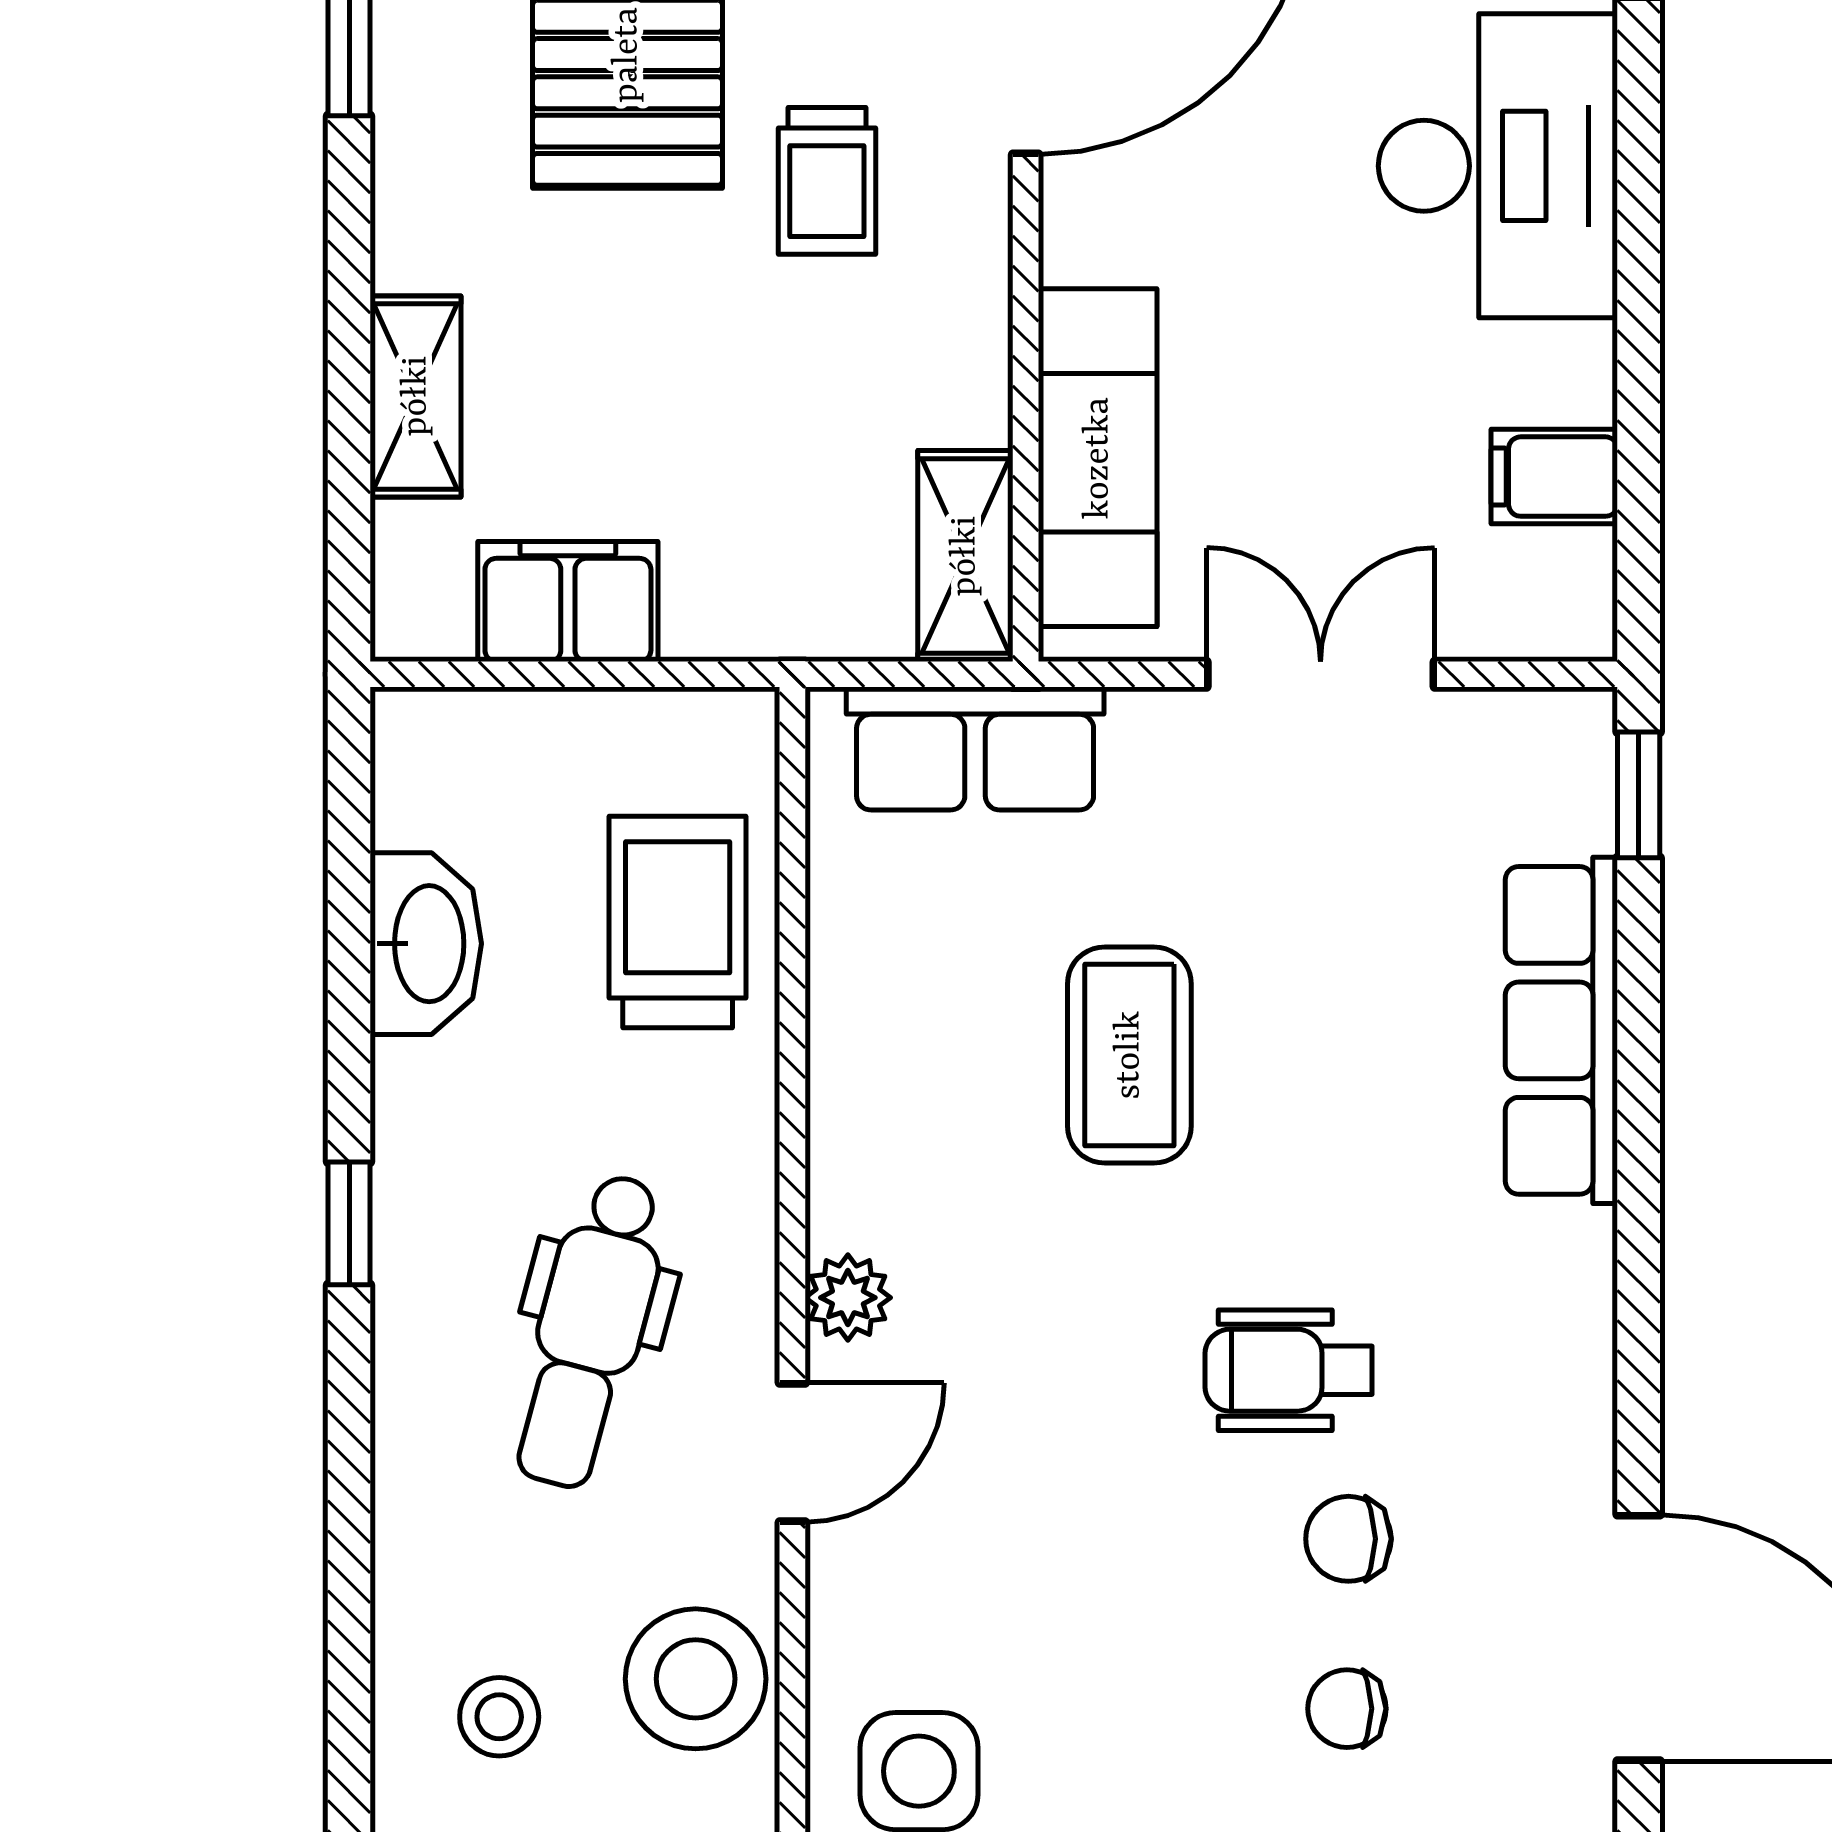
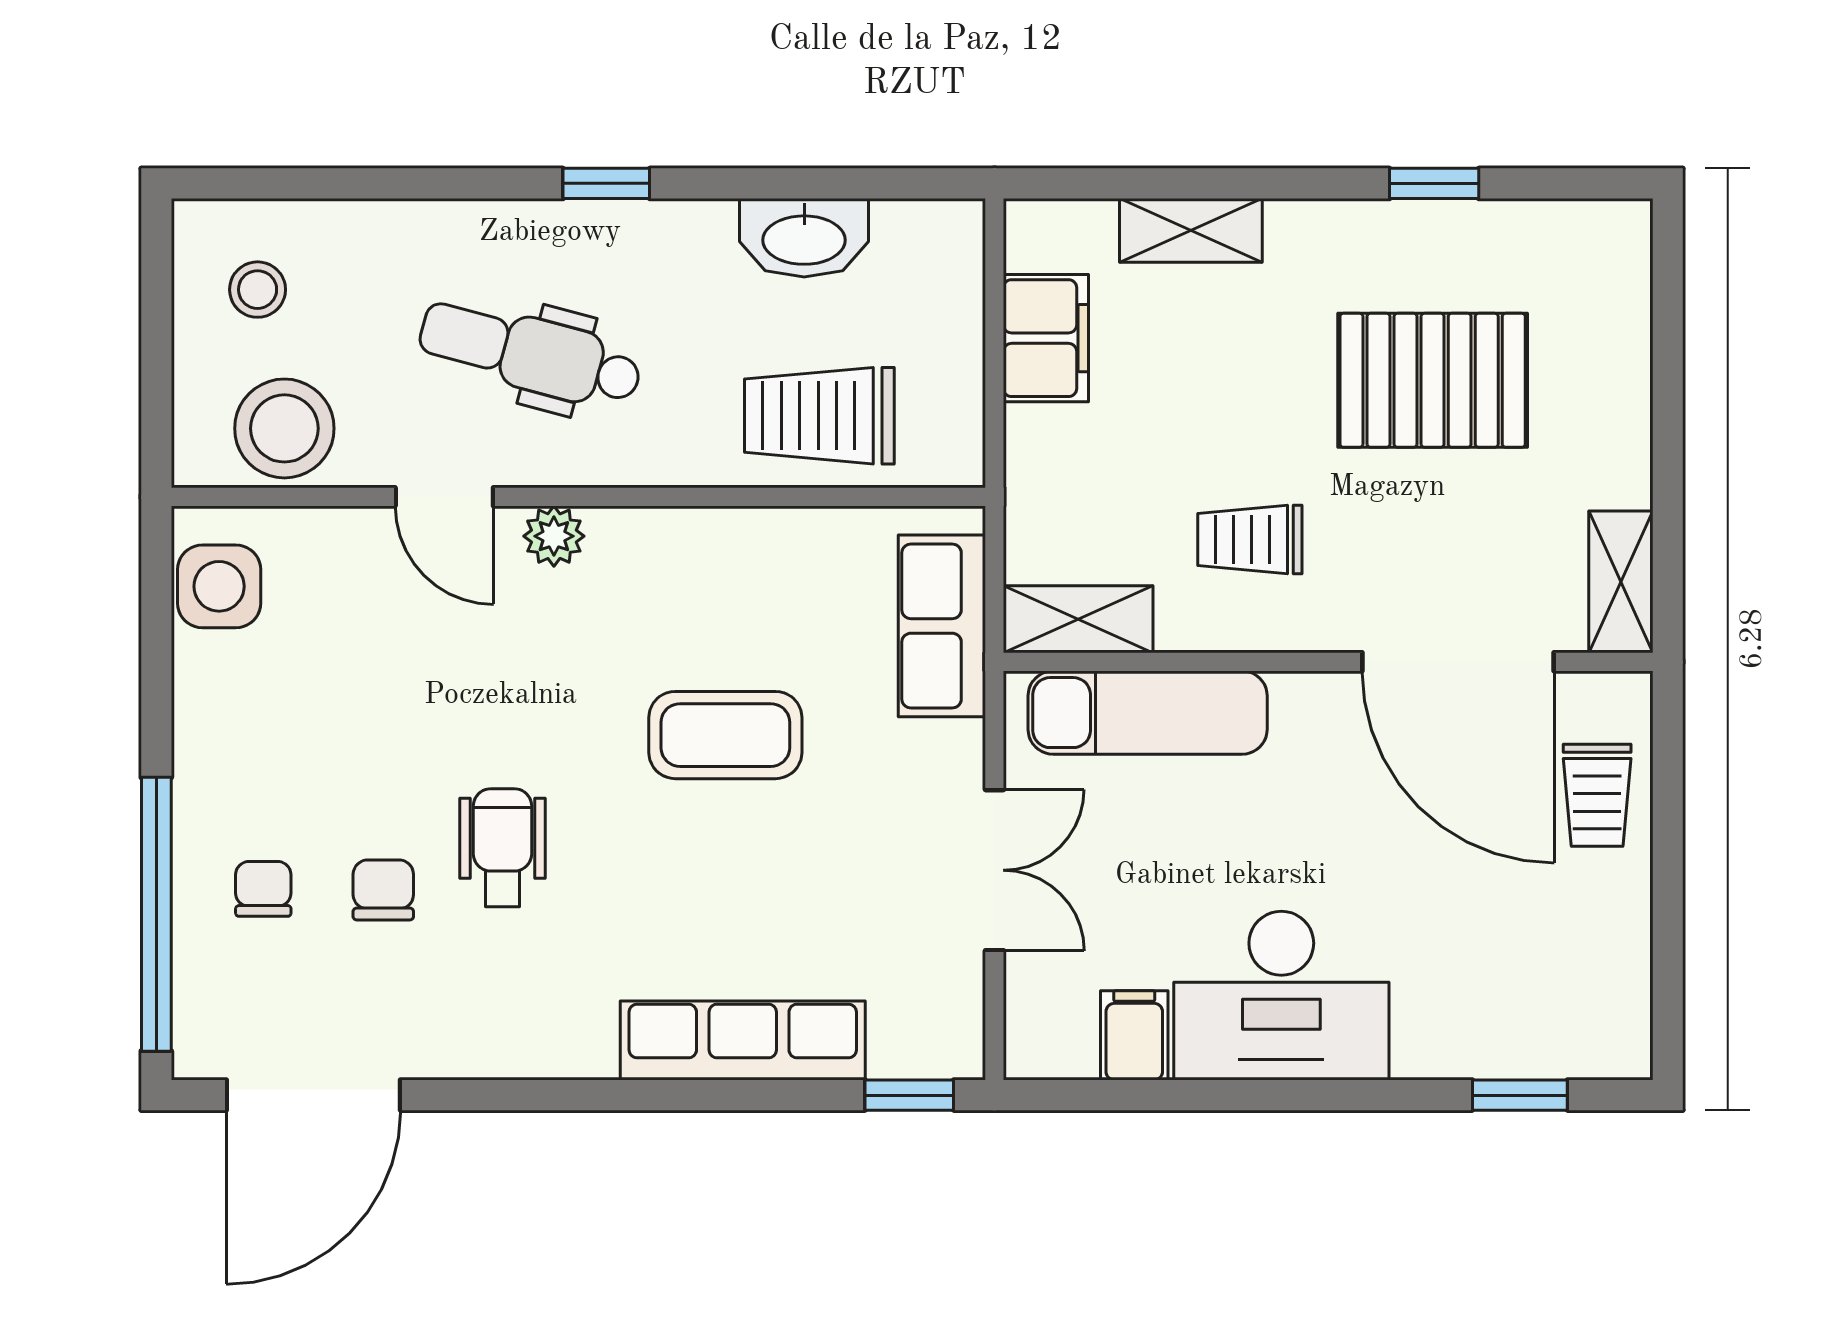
desk: (1498, 166) -> (1281, 996), moved
trolley: (827, 181) -> (1250, 539), moved
trolley: (678, 922) -> (819, 416), turned 180

